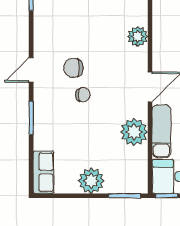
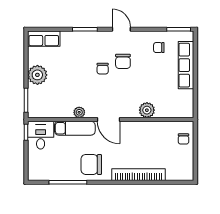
chair: (55, 21) -> (159, 48), added
chair: (73, 68) -> (123, 61), turned 180
plant: (134, 132) -> (79, 112), width x0.53, depth x0.53

